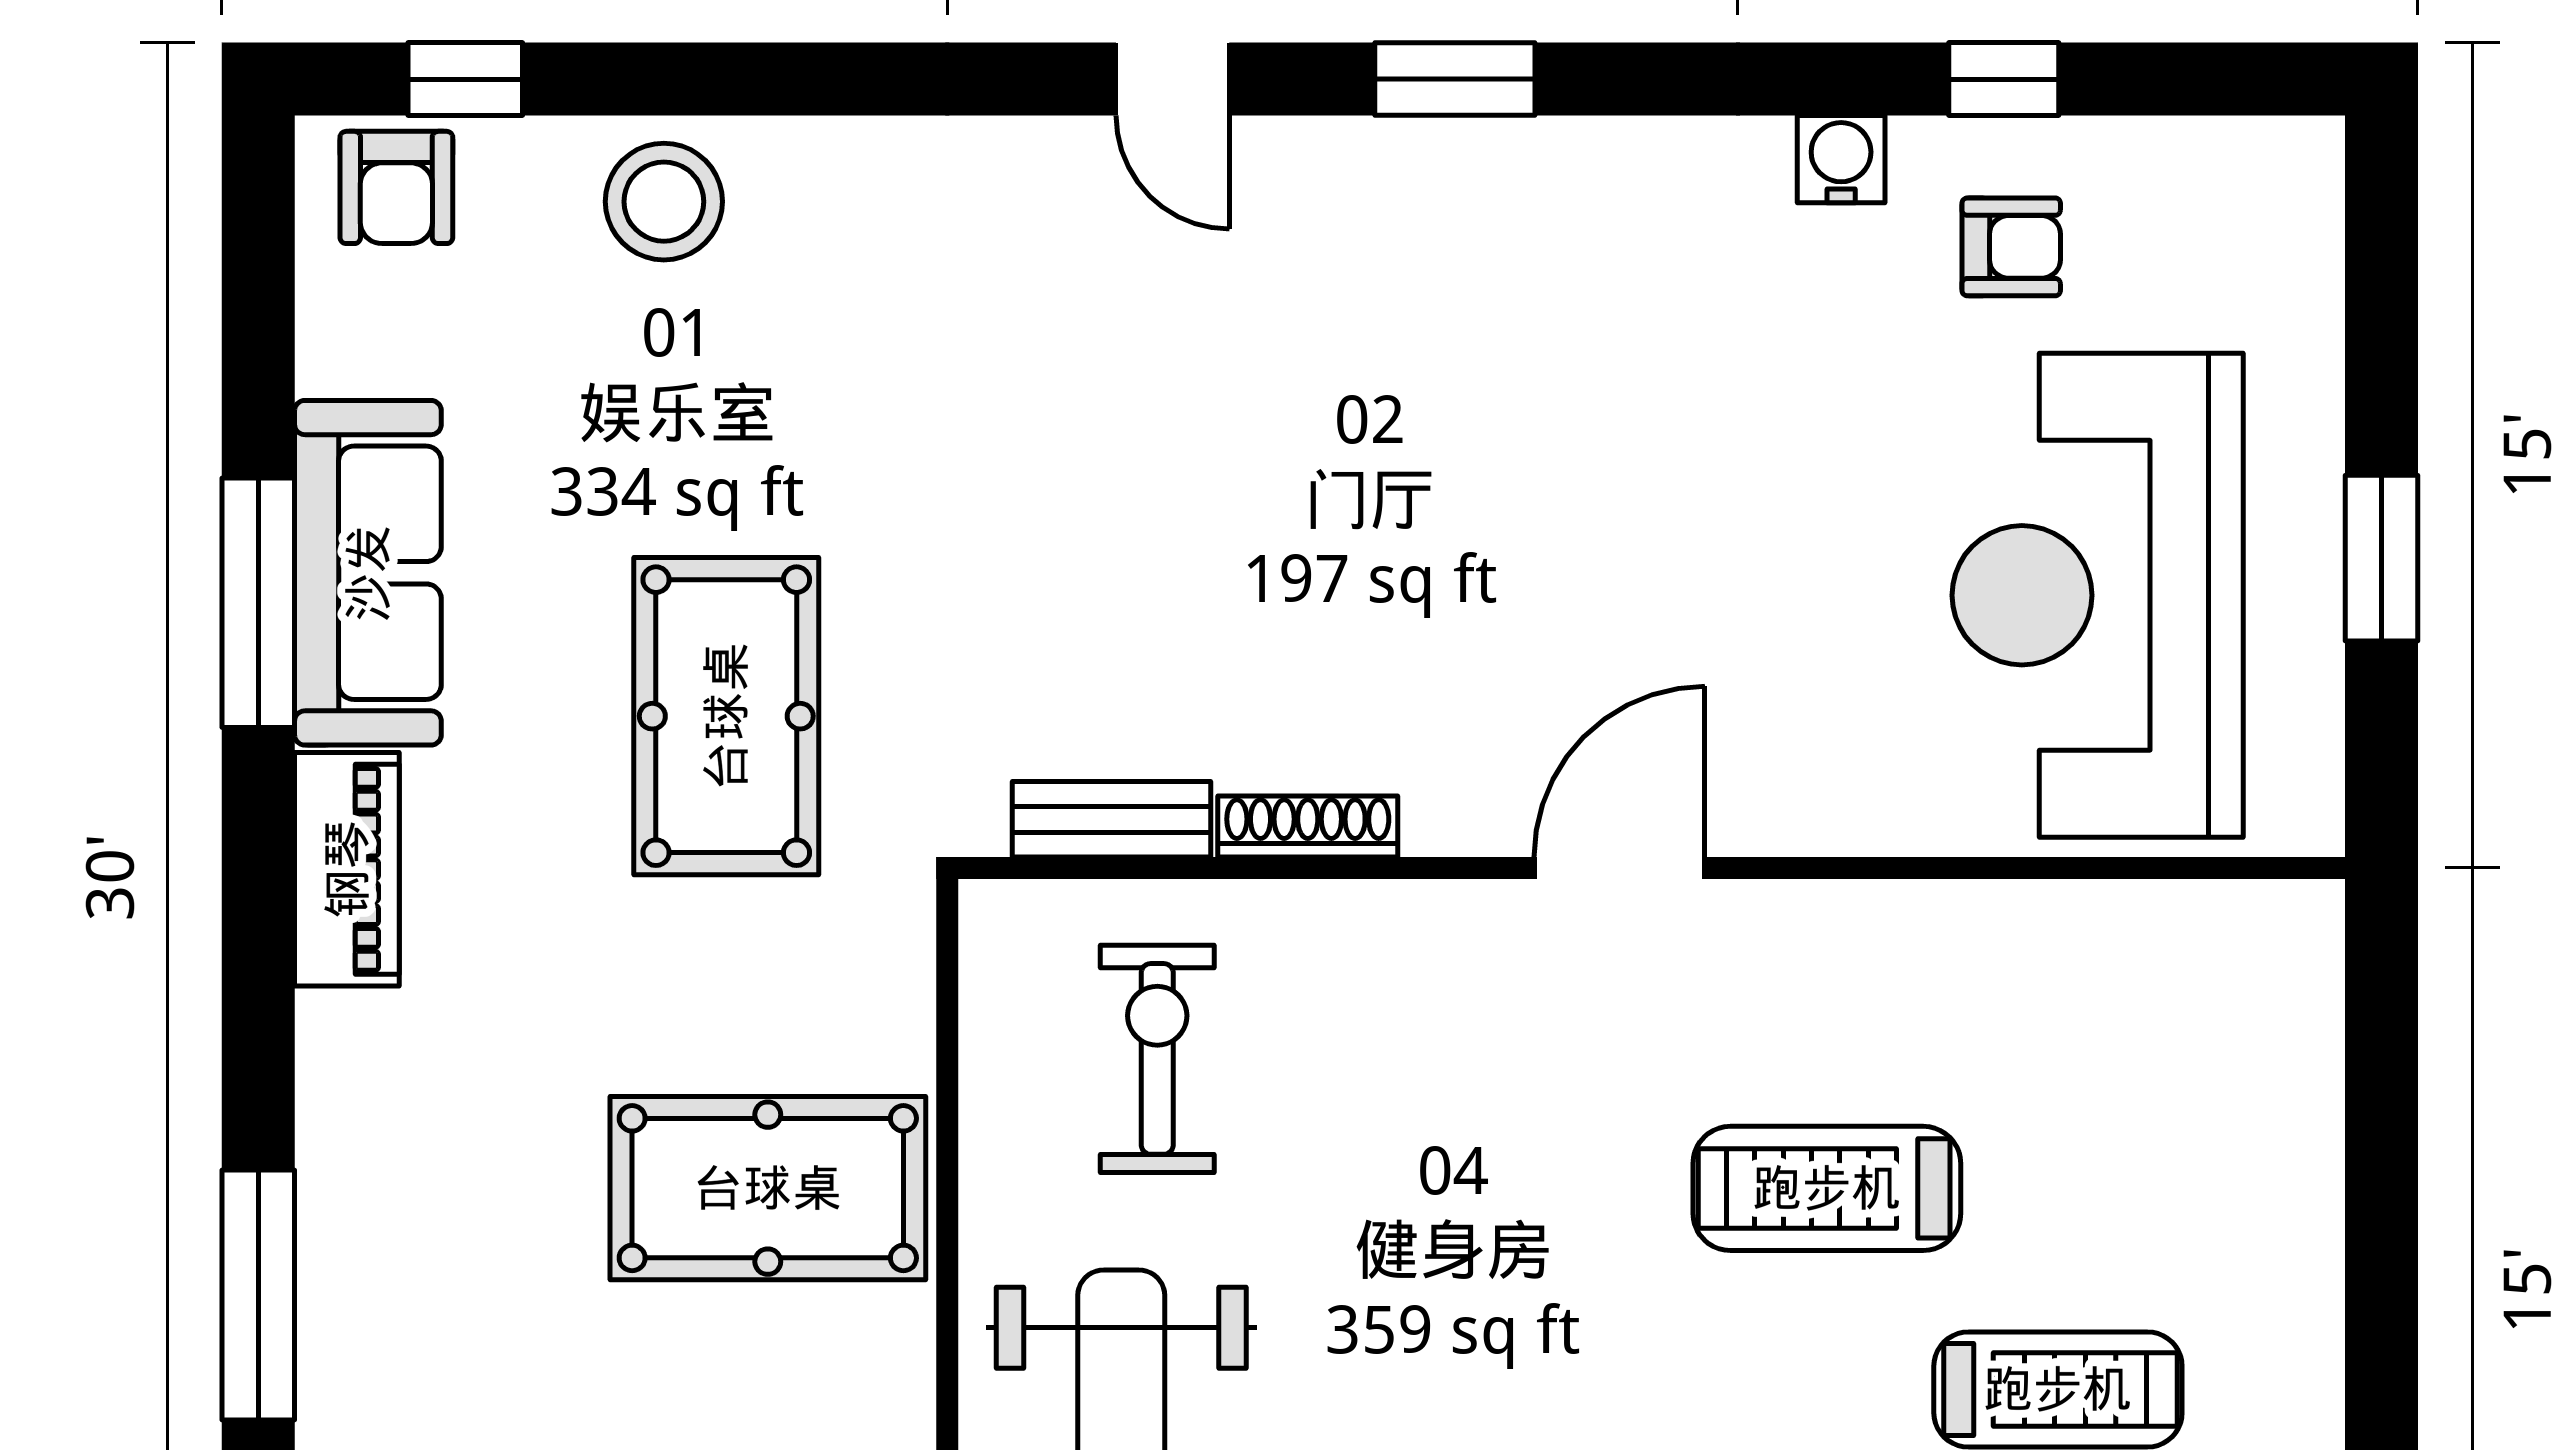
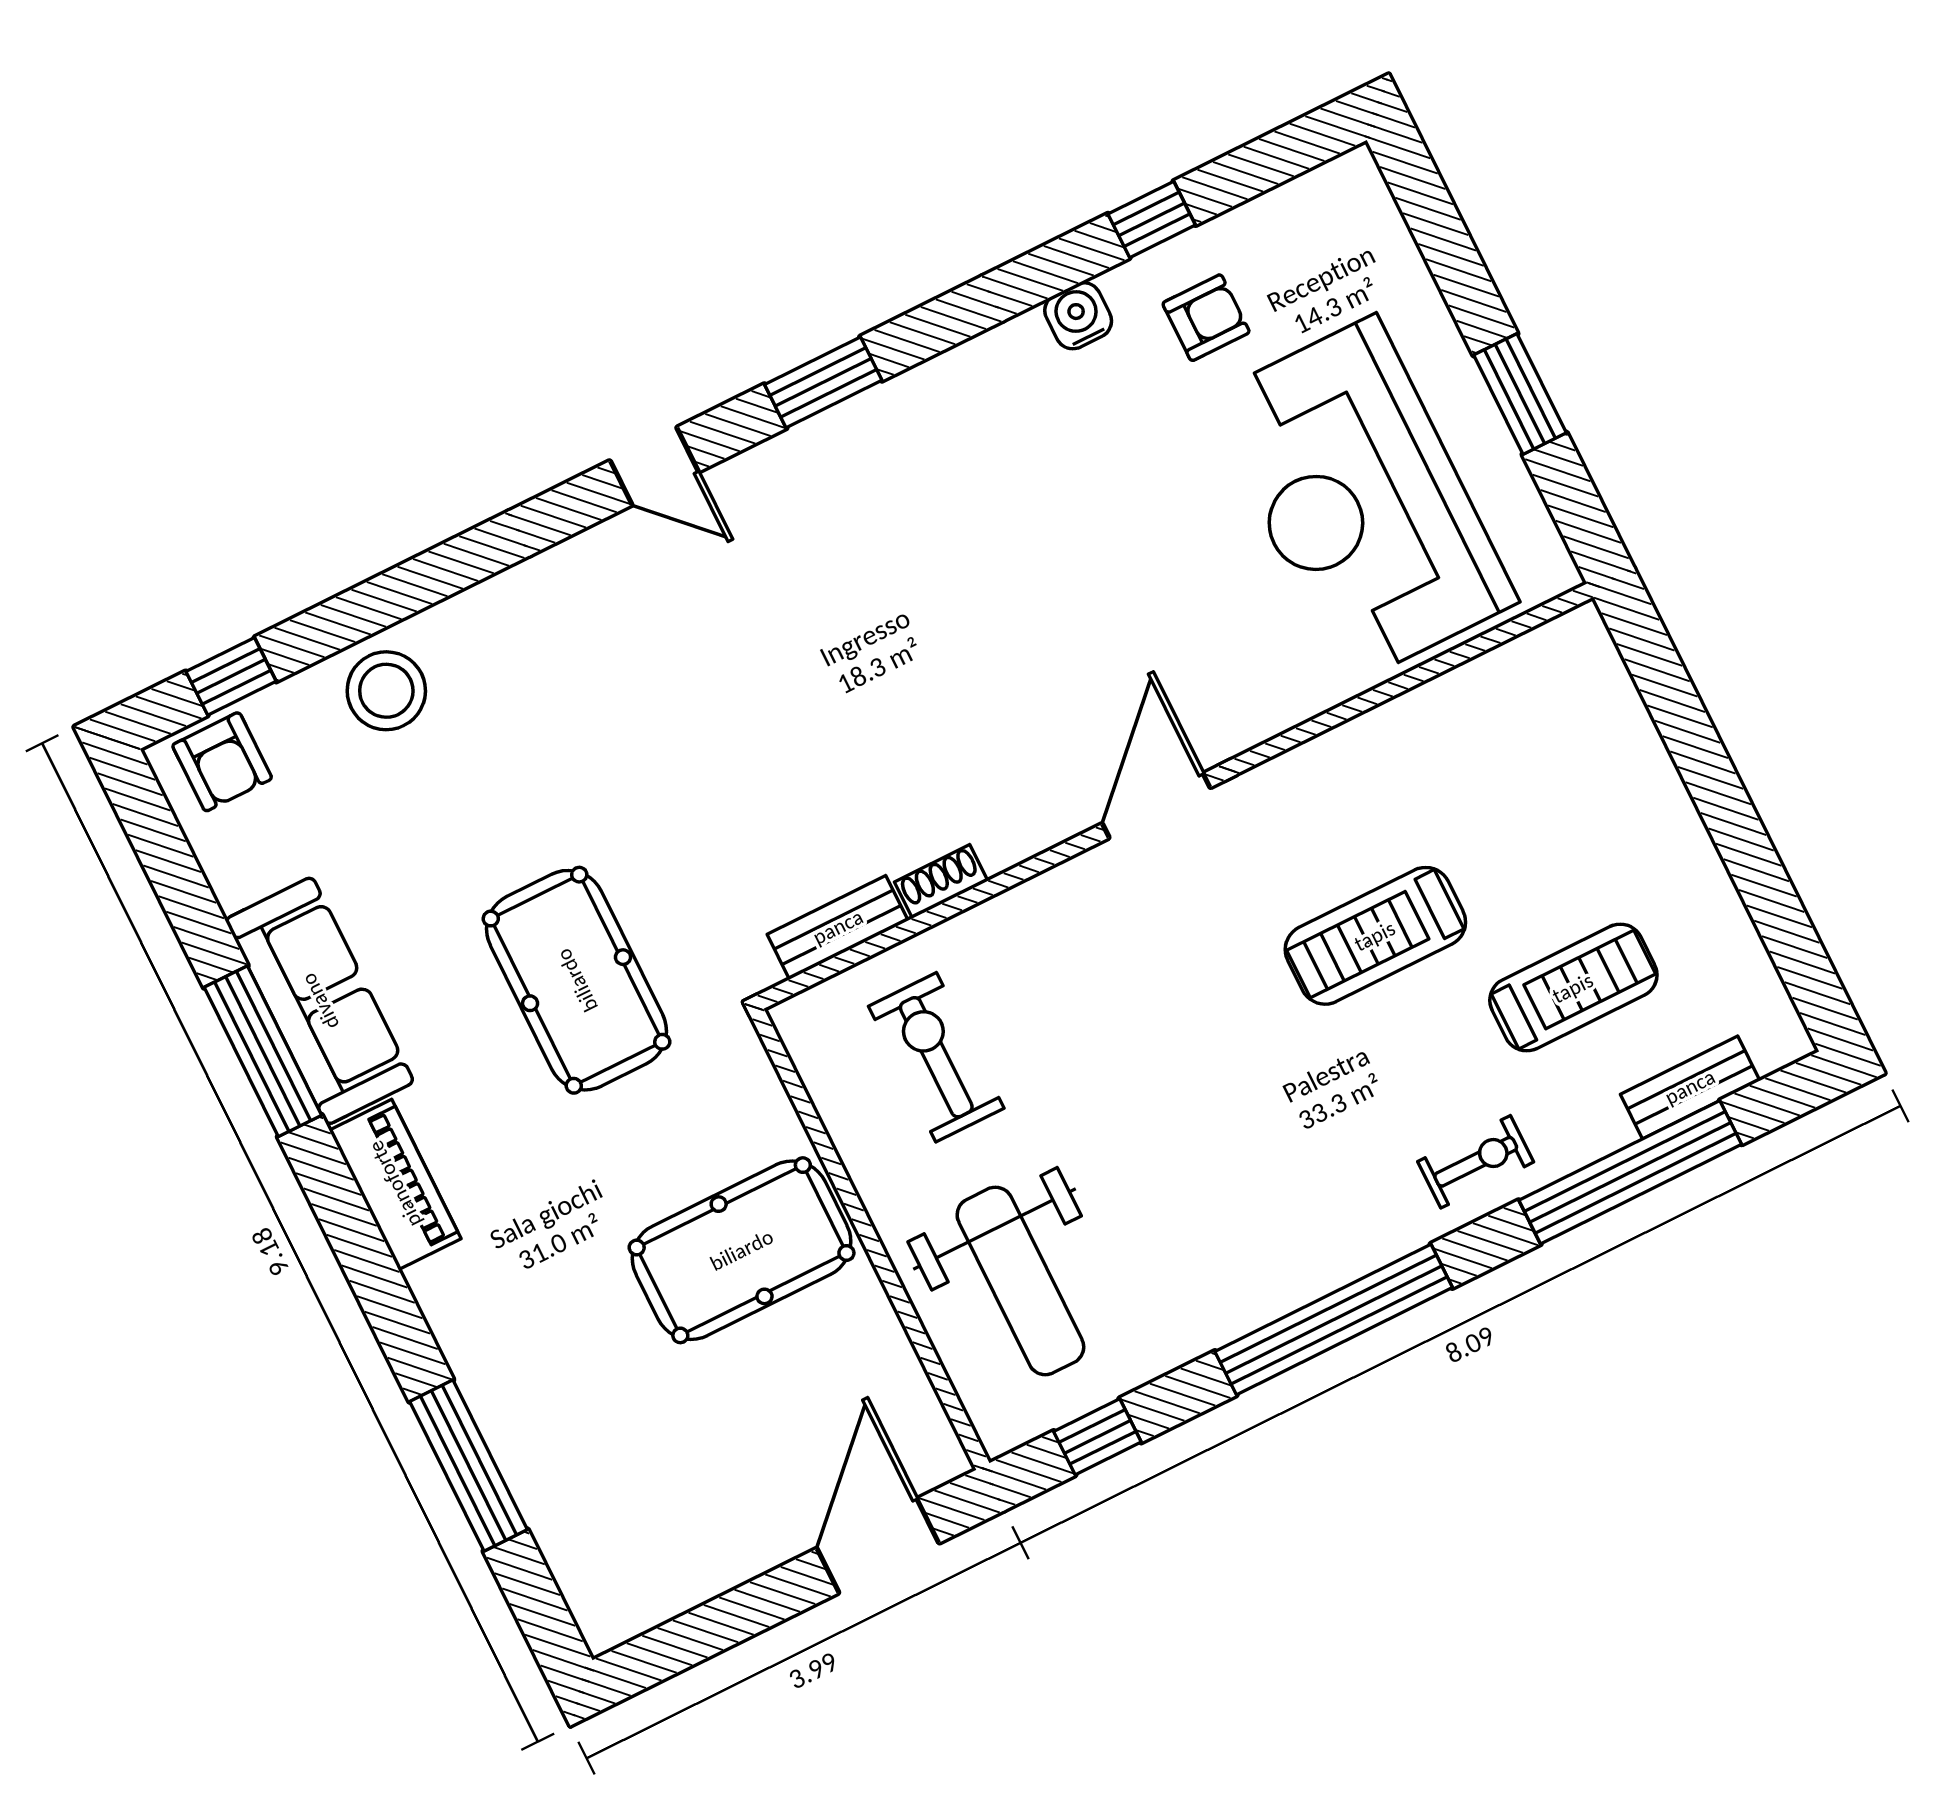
shoe rack: (1308, 826) -> (941, 881), width x0.70

